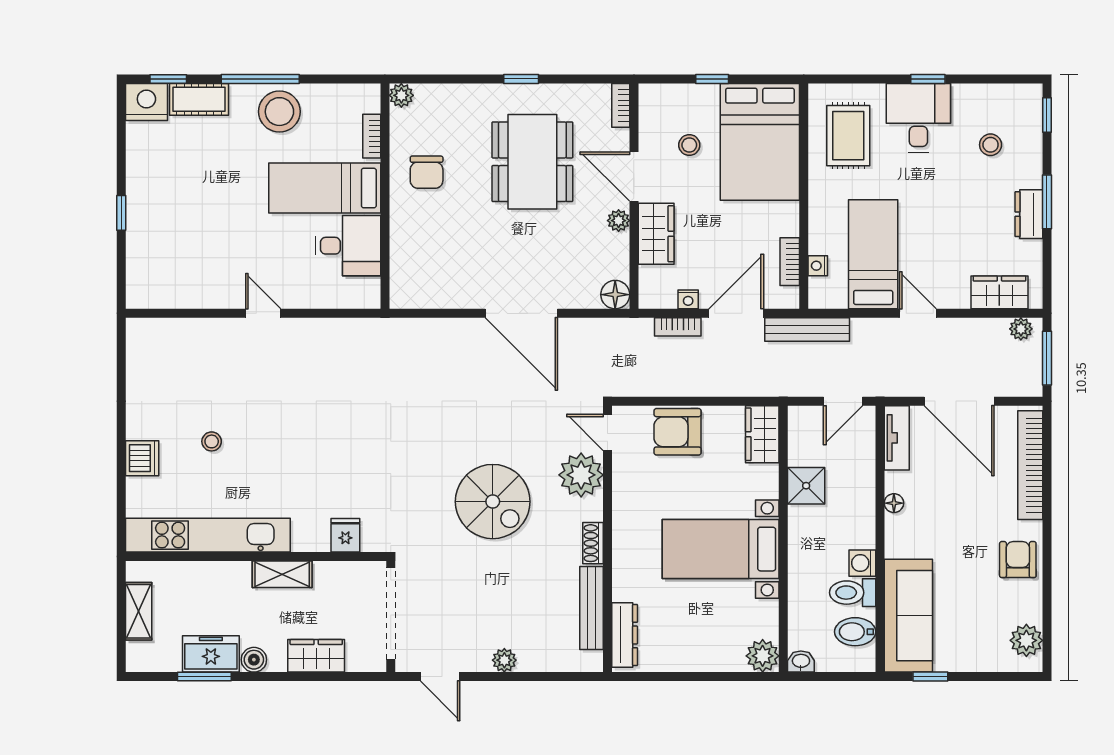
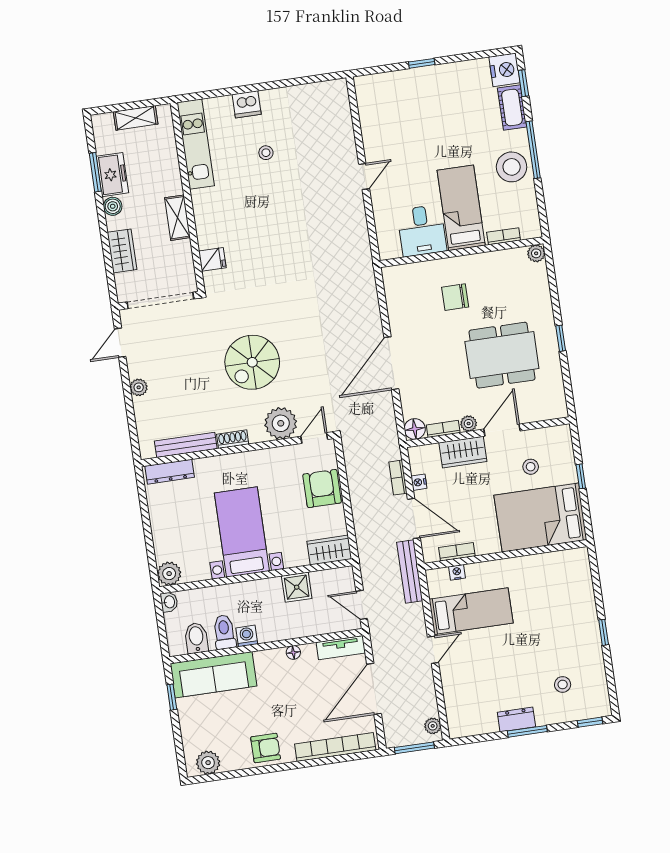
bookcase: (621, 105) -> (443, 429), moved
desk: (918, 118) -> (574, 629), removed
rug: (848, 136) -> (554, 581), removed
chair: (427, 172) -> (455, 297), moved
wardrobe: (999, 292) -> (457, 707), removed
kitchen unit: (208, 535) -> (196, 144), width x0.73

